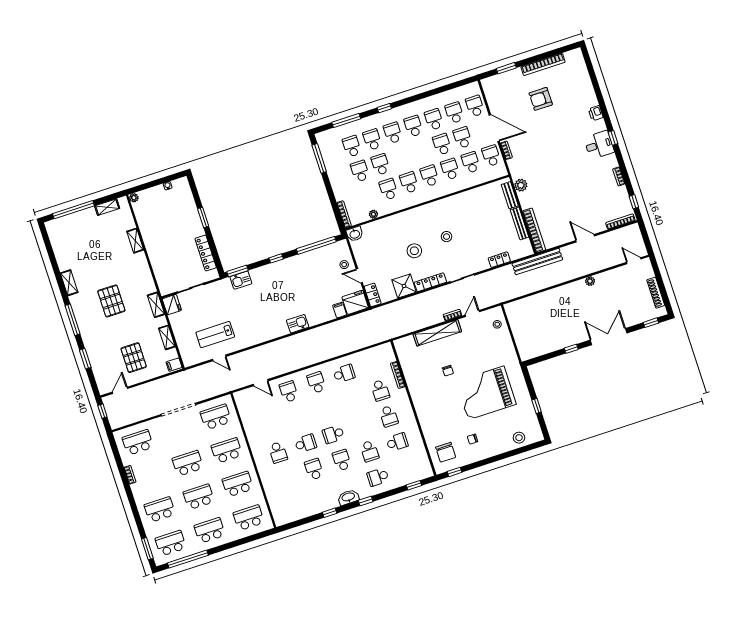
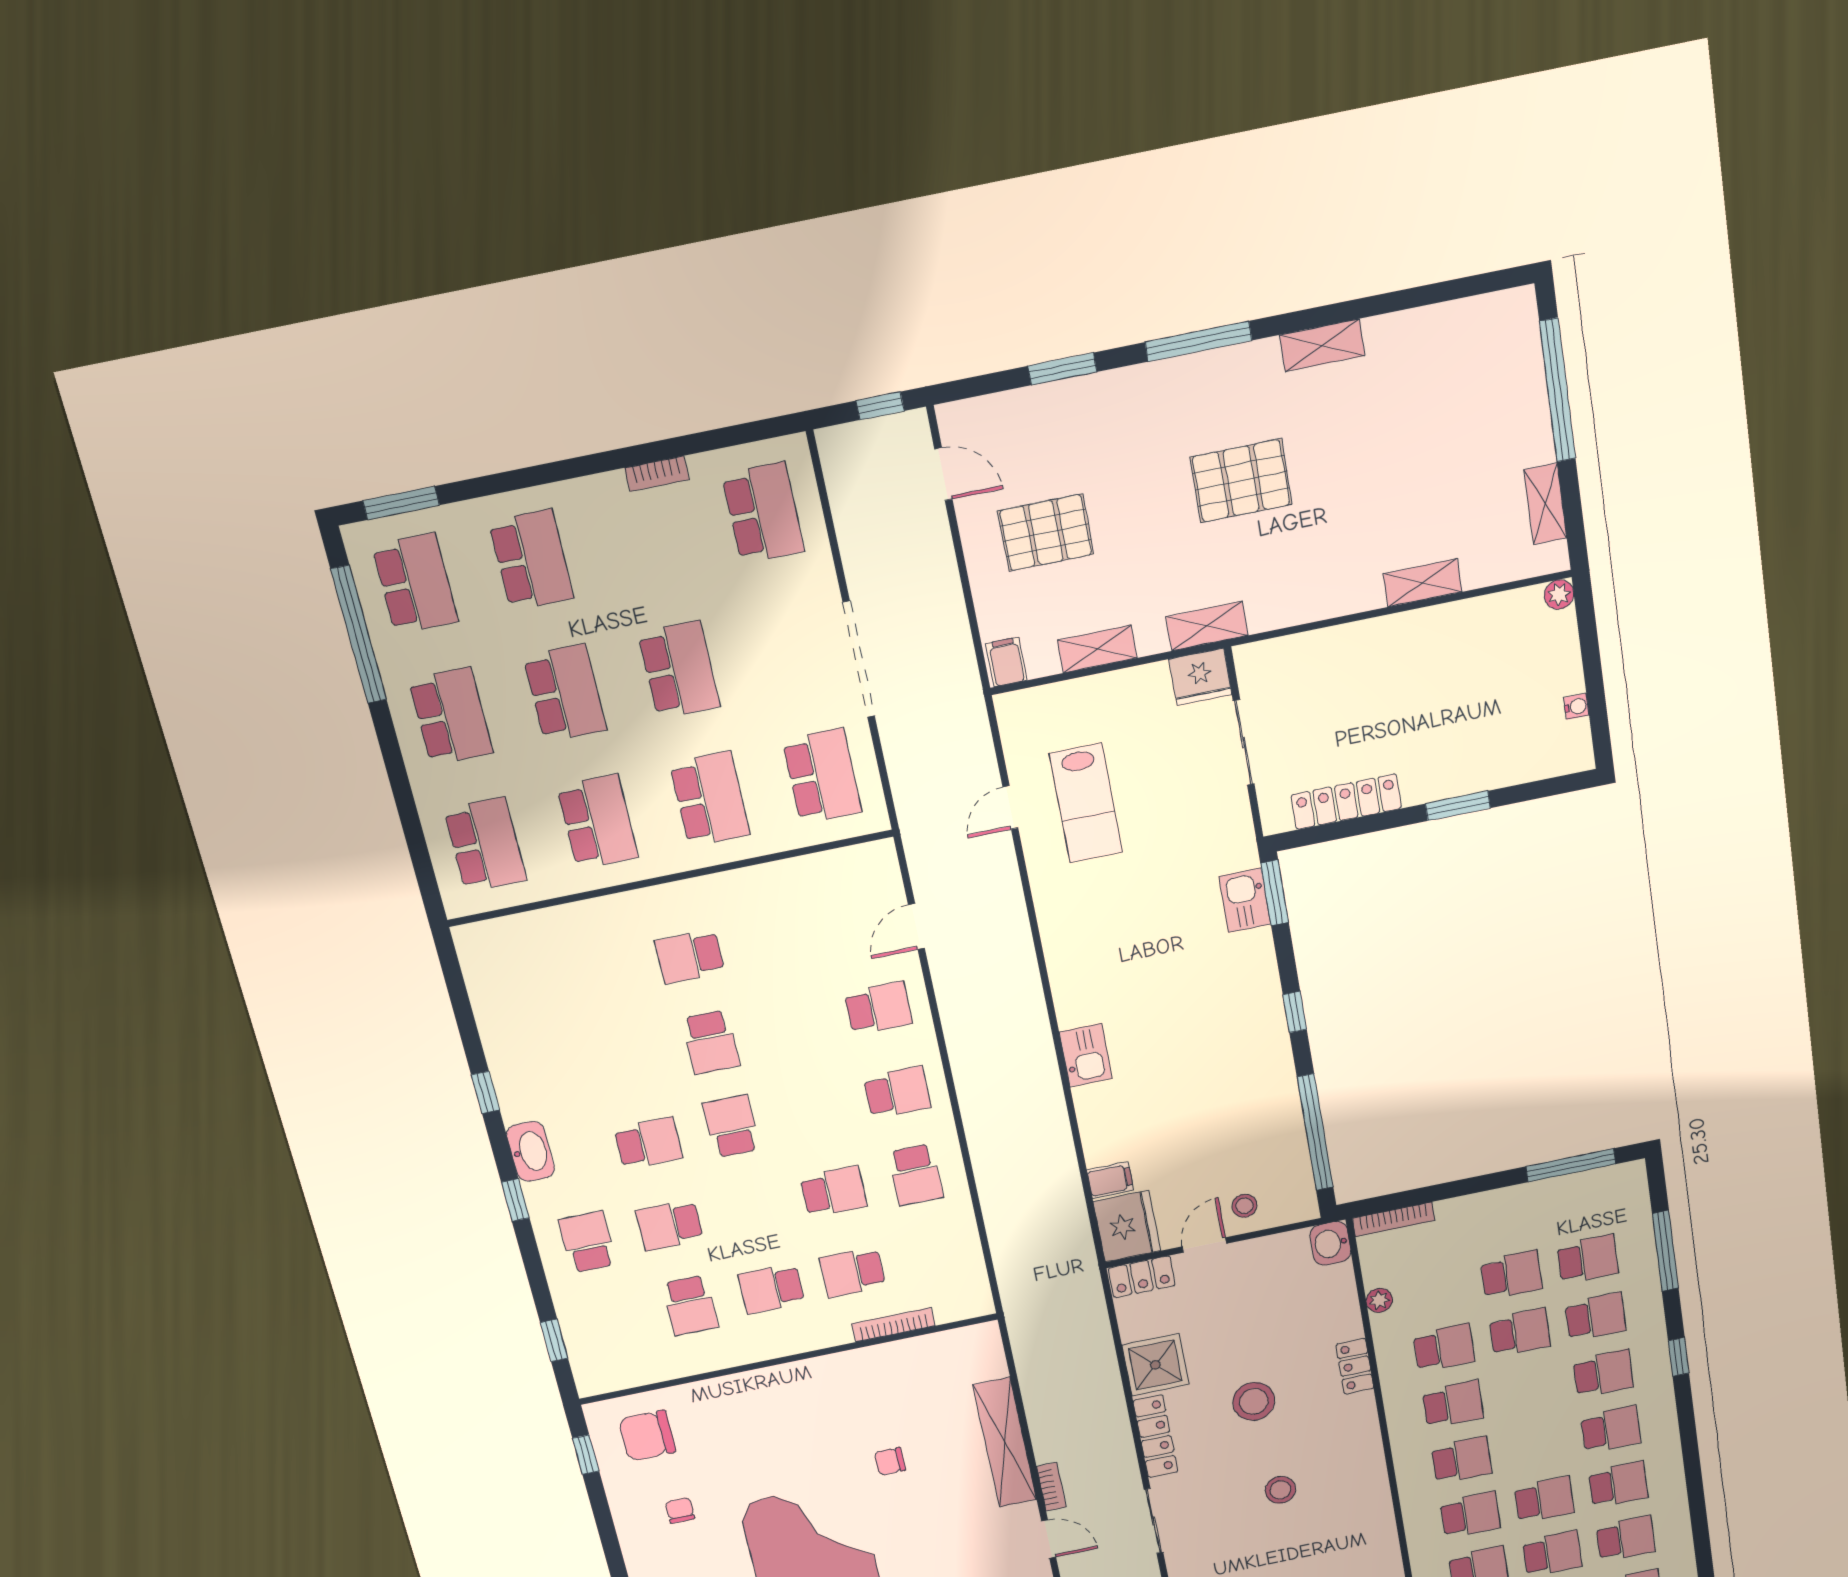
locker: (398, 218) -> (1355, 1366), added
lab bench: (215, 335) -> (1086, 803), turned 180
school desk: (314, 469) -> (834, 1192), moved

